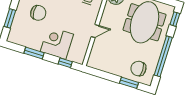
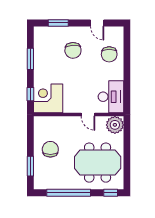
door: (95, 31) -> (88, 114), moved
corner desk: (57, 43) -> (48, 98), moved, turned -90
chair: (138, 69) -> (50, 149), moved

